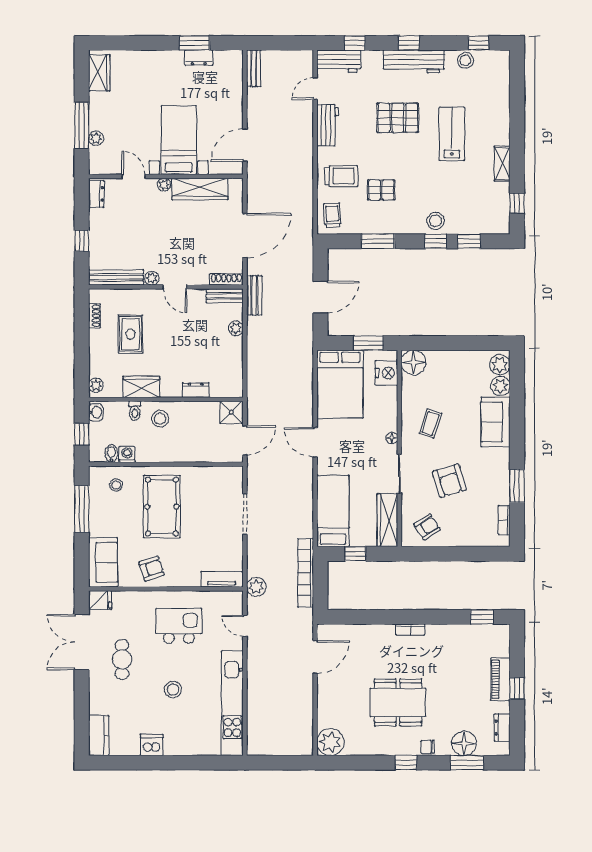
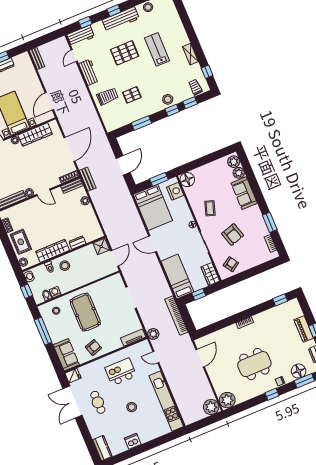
trolley: (332, 215) -> (195, 87), moved
rug: (130, 334) -> (21, 242), moved
wardrobe: (141, 387) -> (53, 251), width x1.50
wardrobe: (387, 520) -> (210, 274), width x0.67
plant: (300, 742) -> (211, 407), added

